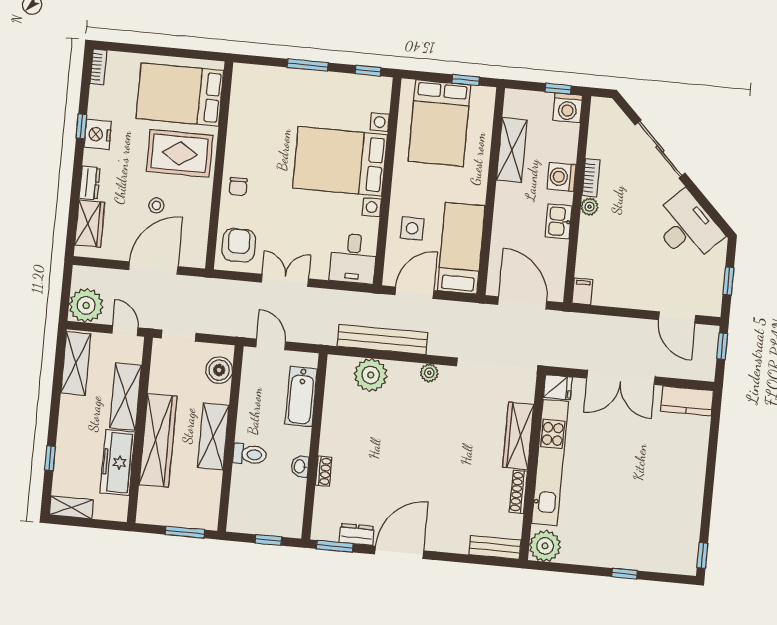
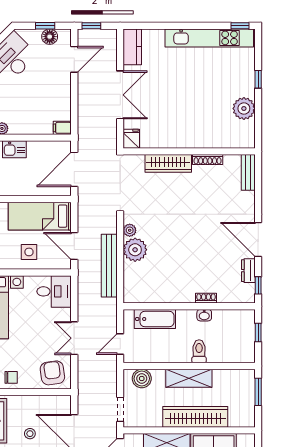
armchair: (239, 245) -> (52, 373), turned 82
floor lamp: (712, 286) -> (50, 37), added
plant: (371, 375) -> (135, 250), moved
kitchen unit: (550, 462) -> (209, 38), moved, turned 180
window: (335, 546) -> (258, 285), width x0.67
plant: (545, 546) -> (244, 109), moved

